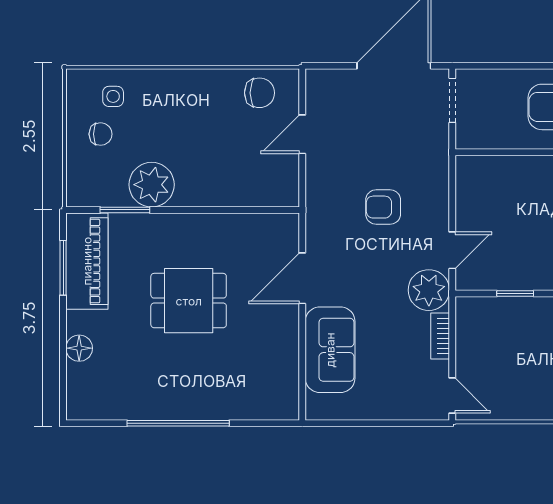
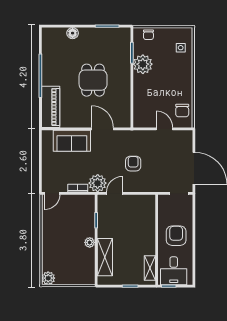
chair: (101, 134) -> (148, 35), moved
door: (452, 250) -> (115, 193), swing flipped
piano: (87, 261) -> (51, 107), moved, turned -90

